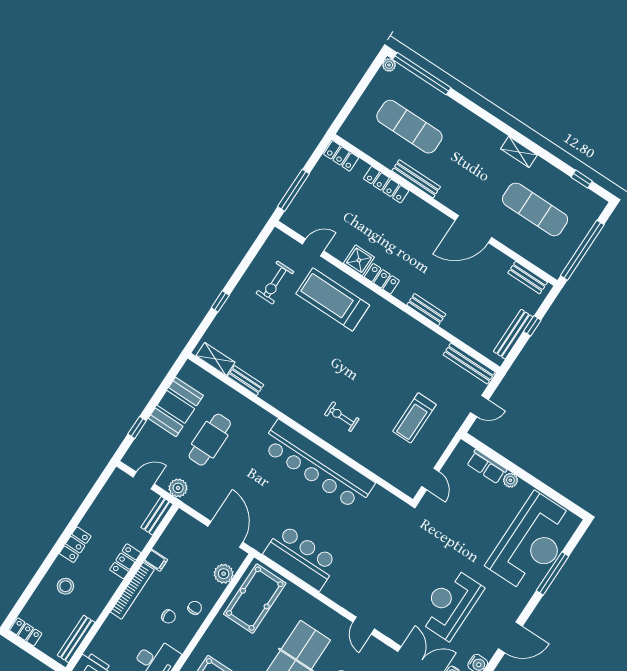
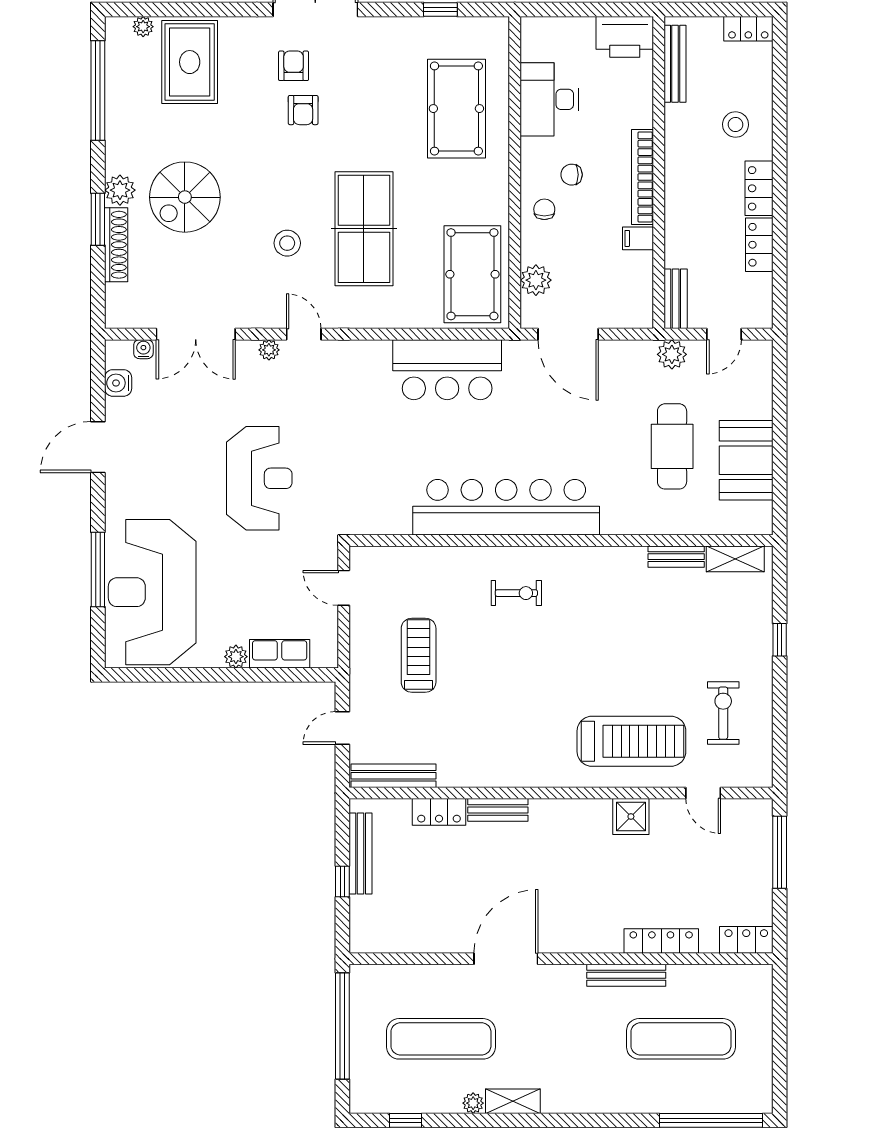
plant: (389, 65) -> (473, 1103), moved
door: (313, 248) -> (703, 793), hinge flipped
bench: (528, 278) -> (391, 942), removed
locker: (382, 279) -> (439, 812), moved
window: (137, 427) -> (780, 399), removed
locker: (125, 561) -> (759, 245), moved, turned 180
reception desk: (450, 604) -> (259, 478), moved
chair: (195, 608) -> (544, 209), turned 180
plant: (387, 629) -> (269, 350), added

